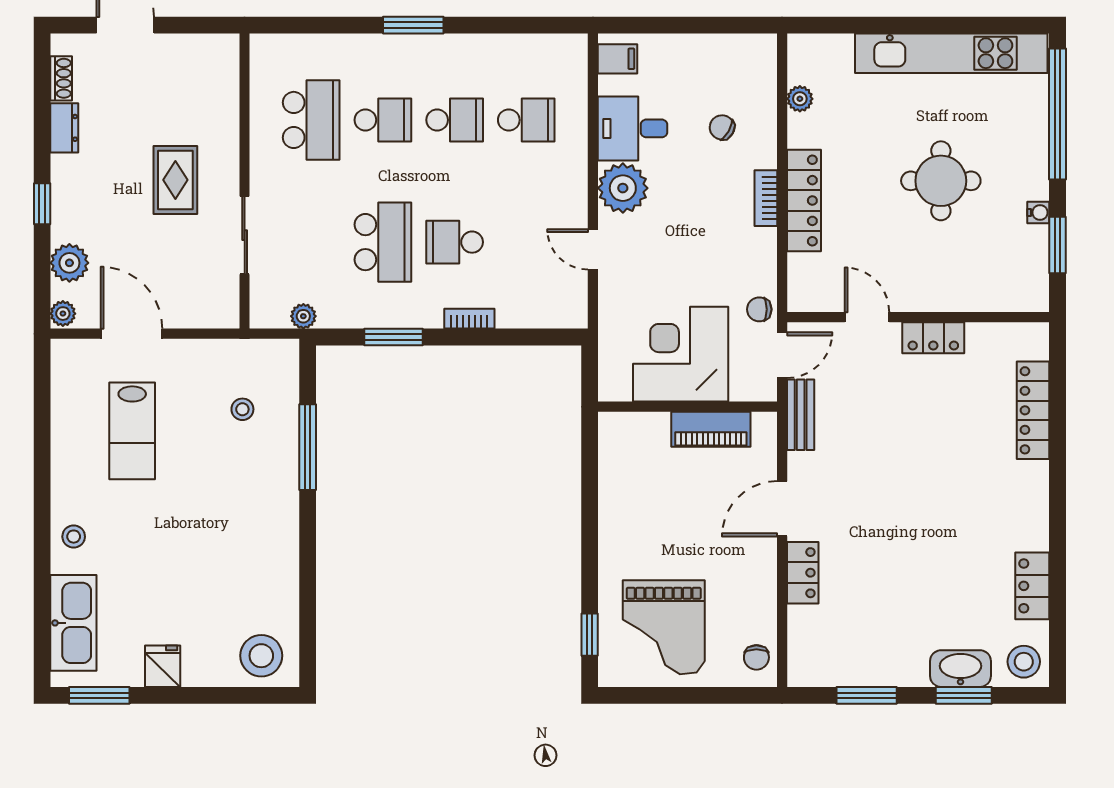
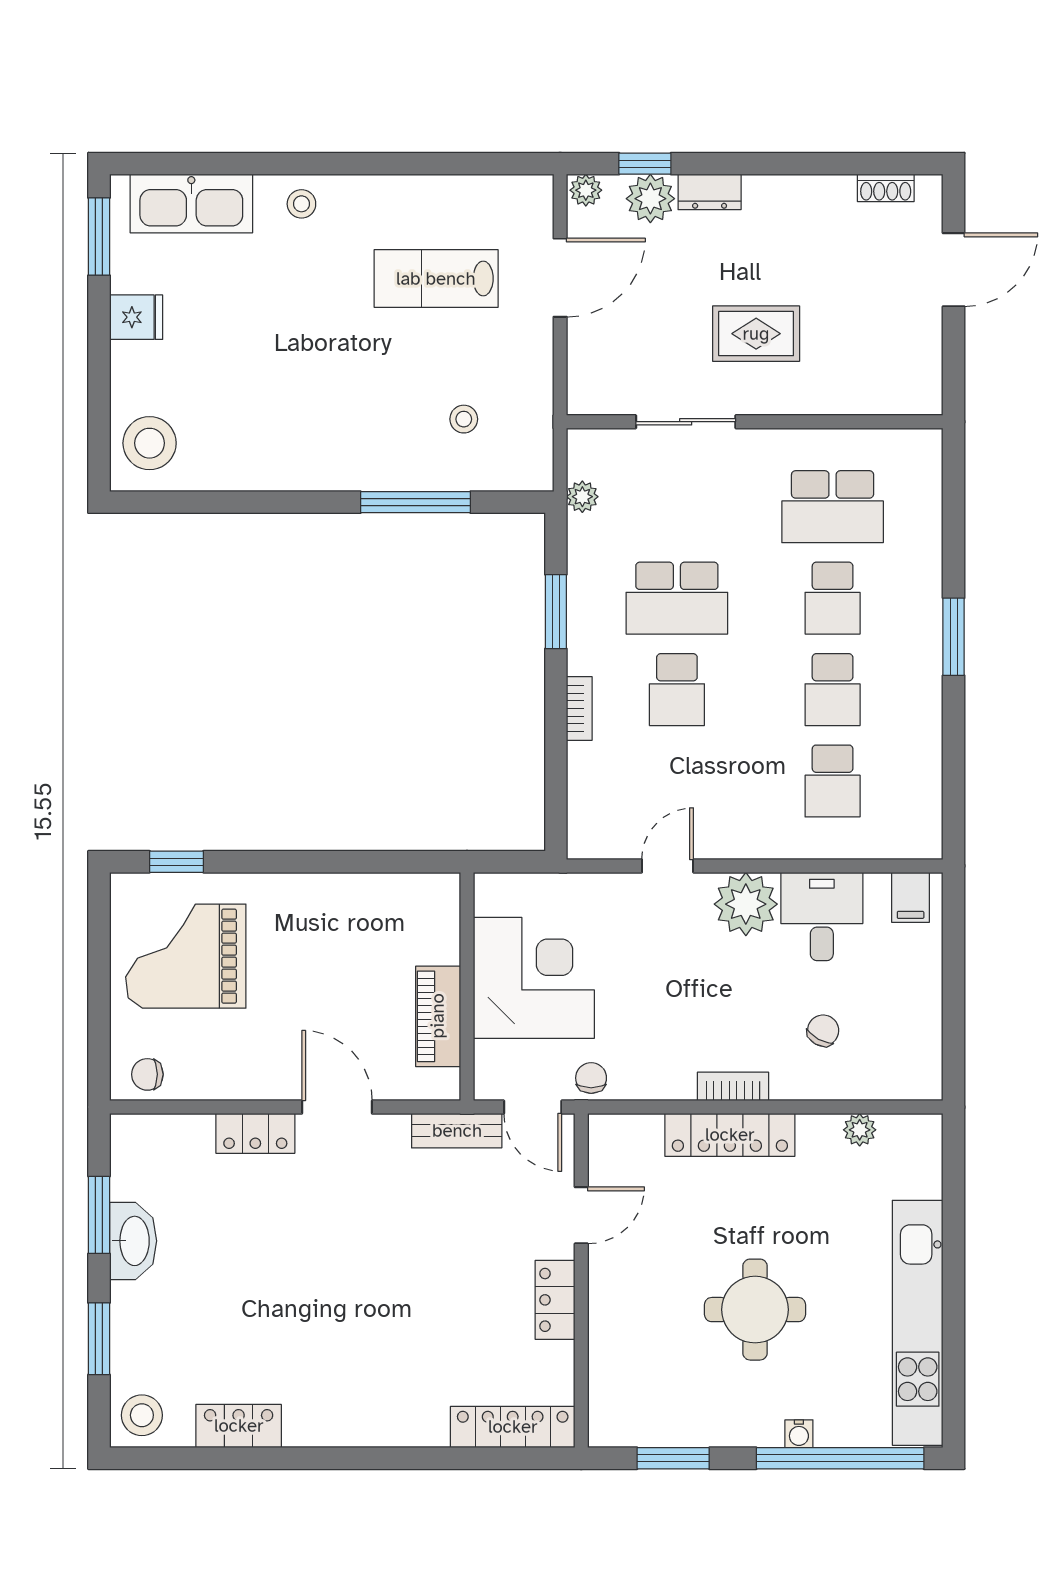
dresser: (64, 128) -> (710, 192), moved
window: (42, 204) -> (645, 164), moved
water cooler: (1038, 212) -> (799, 1434), moved
school desk: (455, 242) -> (677, 690), turned 180
locker: (1033, 410) -> (513, 1427), moved
washbasin: (960, 669) -> (133, 1241), moved

